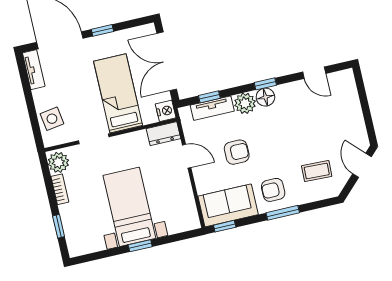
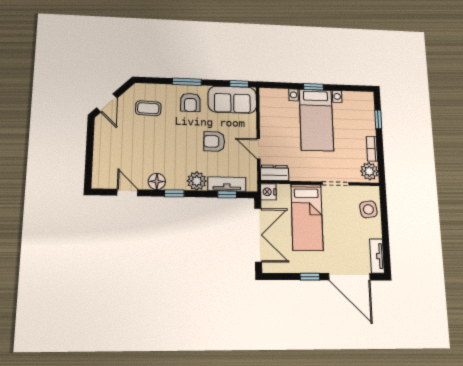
floor lamp: (265, 97) -> (157, 181), moved
armchair: (273, 190) -> (190, 102), turned 90

